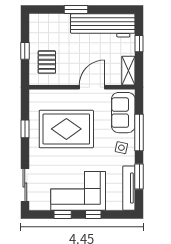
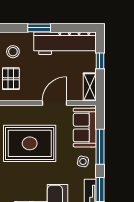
stool: (49, 34) -> (13, 52), added

